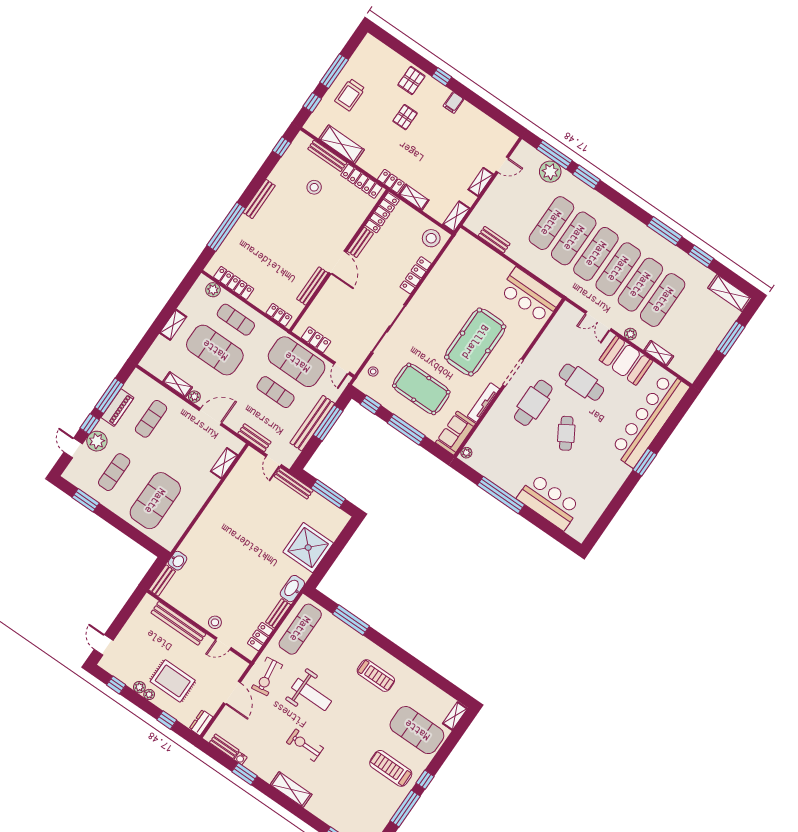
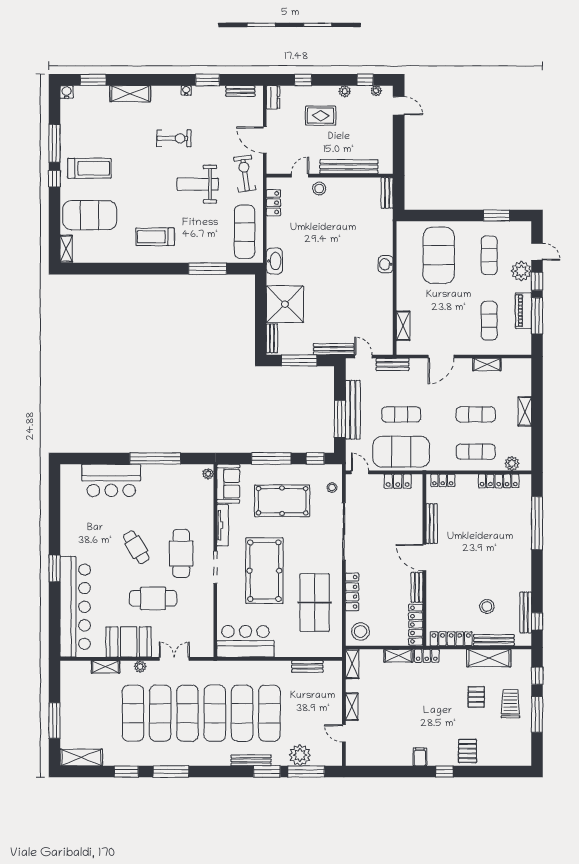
pallet: (405, 117) -> (476, 697), moved
door: (502, 165) -> (344, 733), hinge flipped
bench: (593, 195) -> (251, 760), added
bench: (259, 199) -> (526, 613), moved
table tennis table: (452, 288) -> (315, 603), added
exercise mat: (215, 350) -> (476, 414), width x0.50, depth x0.69
plant: (194, 397) -> (466, 364), removed
washbasin: (178, 561) -> (386, 264), moved
bench: (278, 613) -> (272, 338), moved
rug: (173, 681) -> (321, 116), width x0.73, depth x0.70
plant: (149, 694) -> (376, 91), moved
water cooler: (241, 758) -> (186, 90), moved
shelving: (291, 789) -> (130, 94), moved

